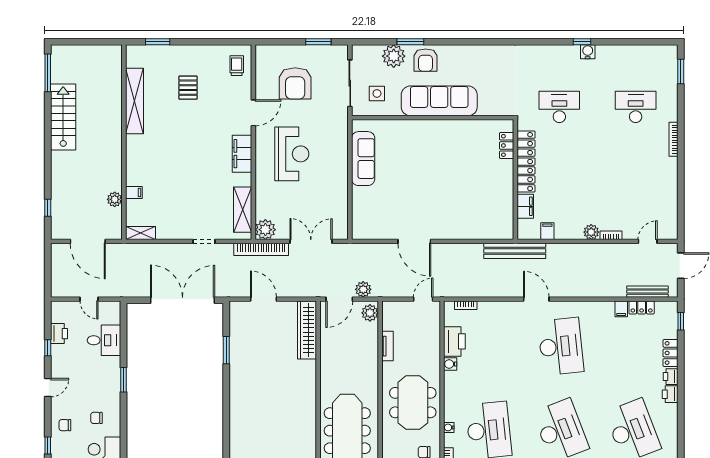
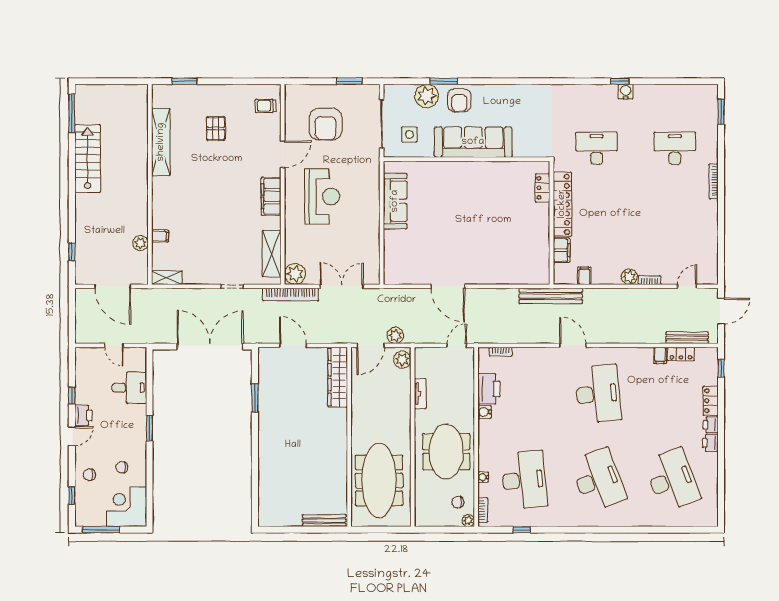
trolley: (237, 66) -> (266, 106), turned -90
printer: (59, 334) -> (83, 415), moved

